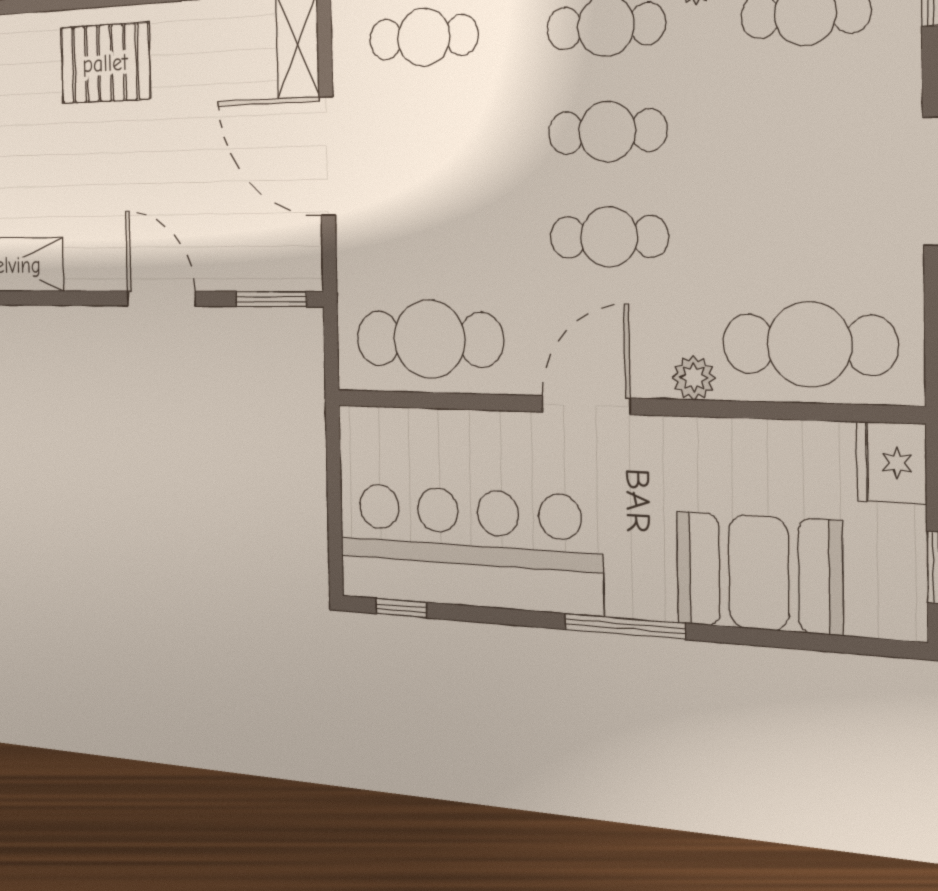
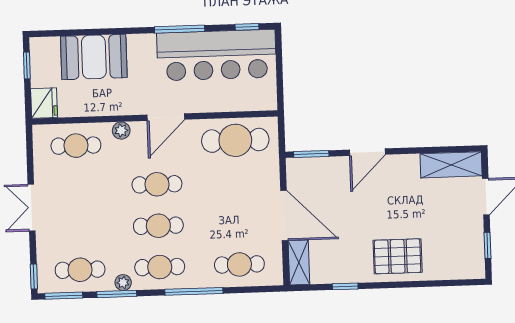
door: (161, 299) -> (367, 152), hinge flipped
cafe table: (809, 344) -> (76, 146), width x0.73, depth x0.74
window: (625, 626) -> (180, 29), moved

